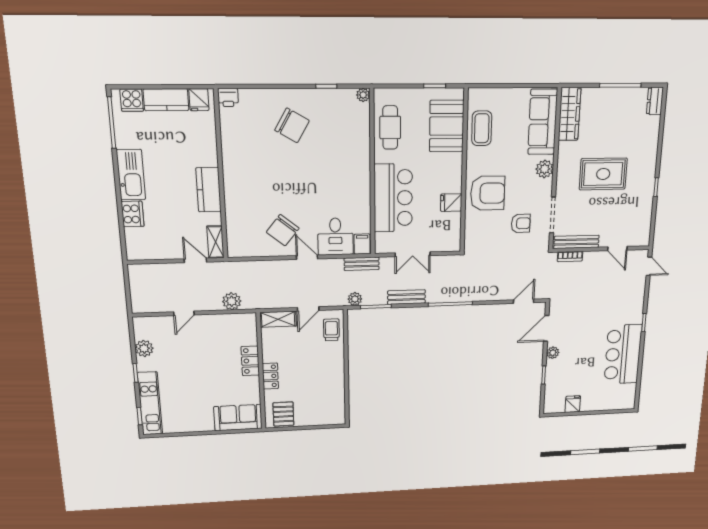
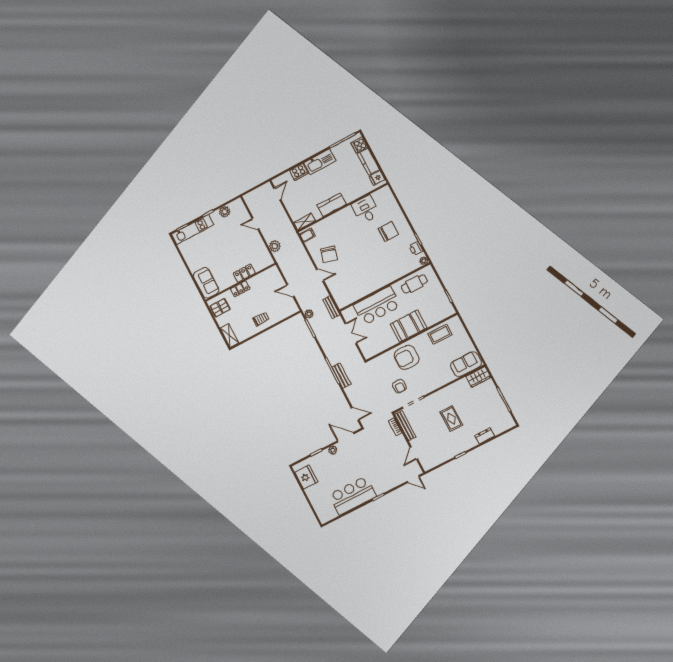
printer: (228, 98) -> (416, 248), moved
dresser: (655, 101) -> (485, 436), moved
wardrobe: (569, 114) -> (478, 377), width x0.67
sofa: (543, 122) -> (466, 364), width x0.73
chair: (292, 125) -> (388, 232), turned -120
booth: (447, 126) -> (408, 326), moved
plant: (545, 169) -> (437, 383), removed
rug: (603, 174) -> (451, 419), width x0.73, depth x0.70
armchair: (488, 193) -> (407, 357), turned 90
fridge: (451, 203) -> (391, 339), removed
chair: (283, 230) -> (329, 254), turned -113
desk: (335, 237) -> (366, 209), moved, turned 90
filing cabinet: (362, 244) -> (307, 235), moved
double door: (413, 254) -> (351, 333), swing flipped
door: (307, 257) -> (320, 275), hinge flipped
door: (195, 260) -> (277, 194), moved
door: (649, 266) -> (413, 479), hinge flipped
bench: (406, 297) -> (341, 376), moved
shelving: (278, 319) -> (229, 335), moved
trolley: (331, 330) -> (261, 319), moved
fridge: (573, 404) -> (306, 477), width x1.88, depth x1.34

